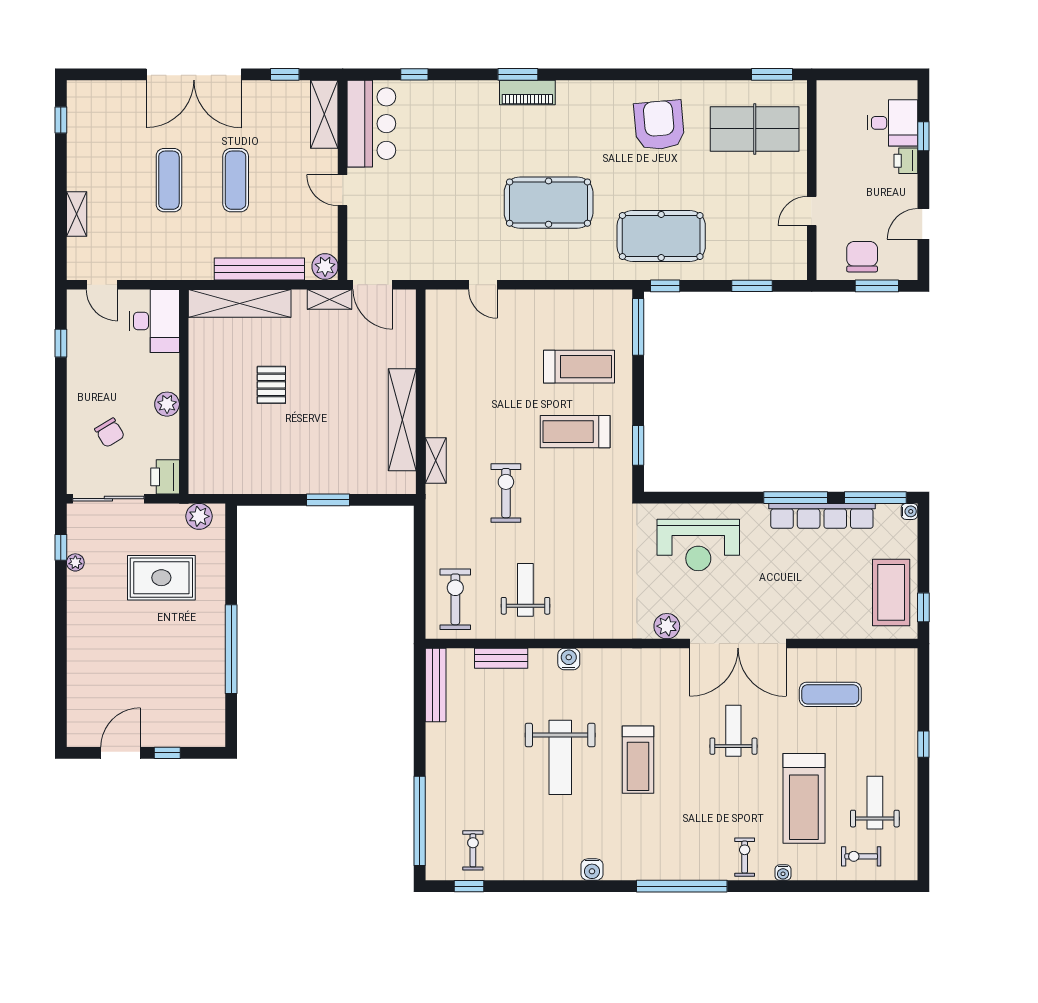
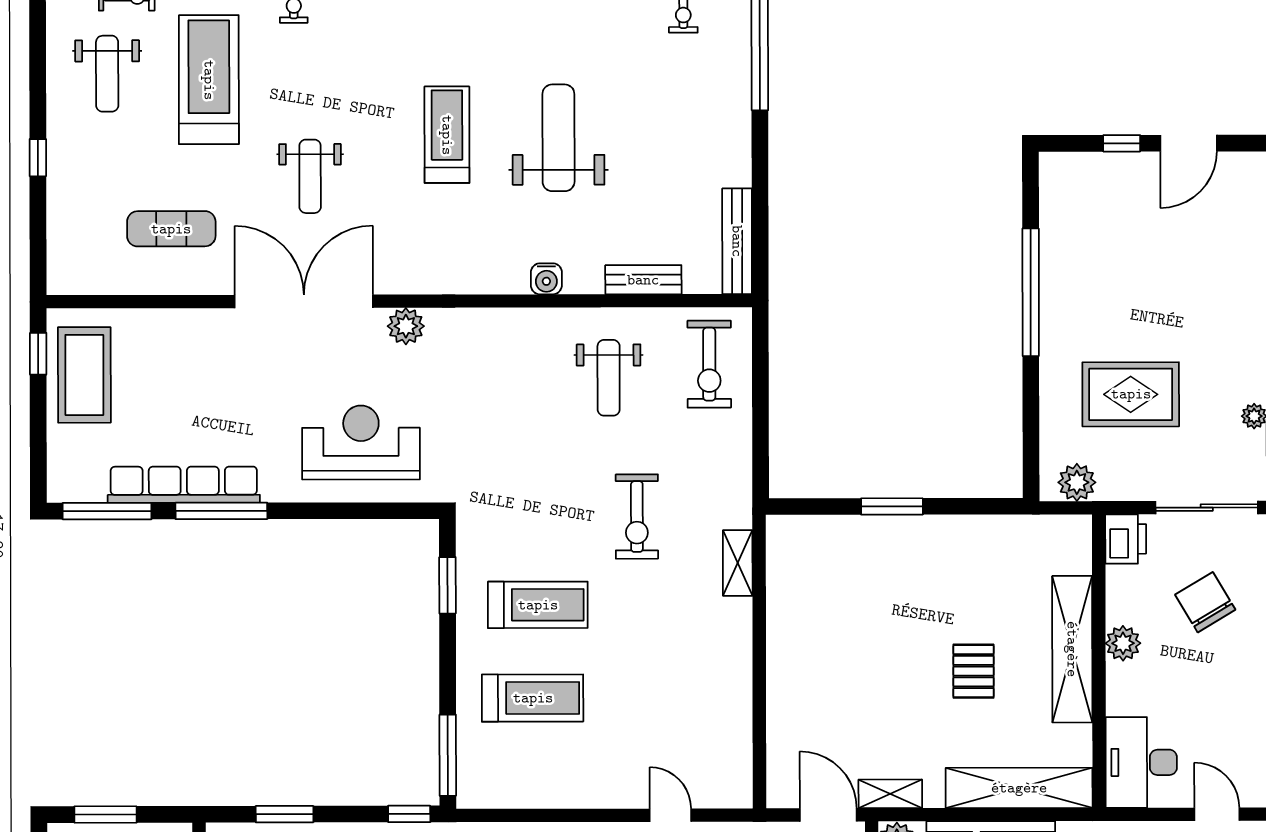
treadmill: (579, 367) -> (533, 698), turned 180
shelving: (402, 420) -> (1072, 649), moved
chair: (110, 433) -> (1205, 602), width x1.37, depth x1.37
water cooler: (909, 511) -> (58, 491), removed

